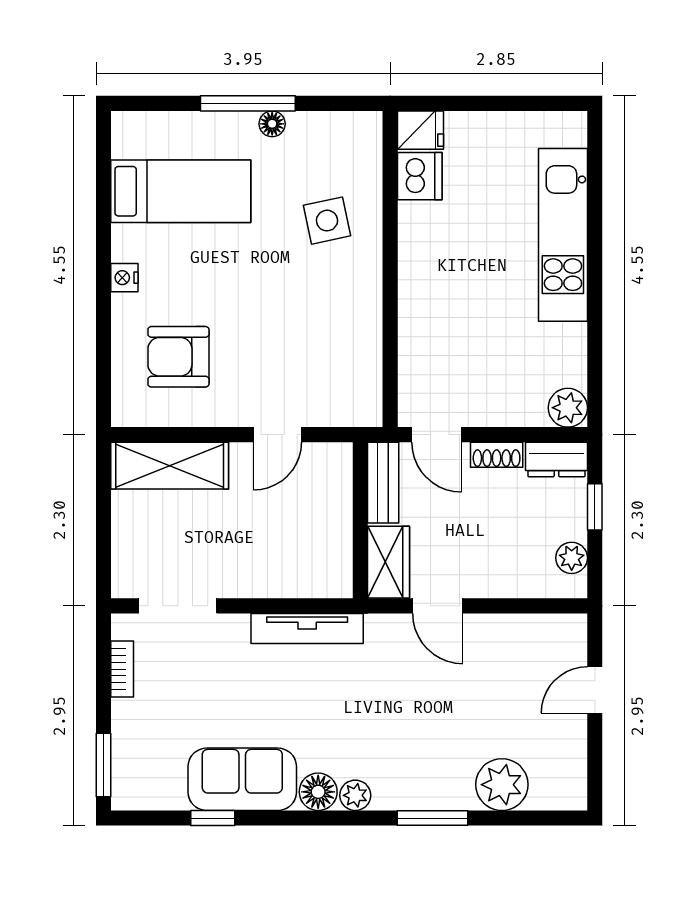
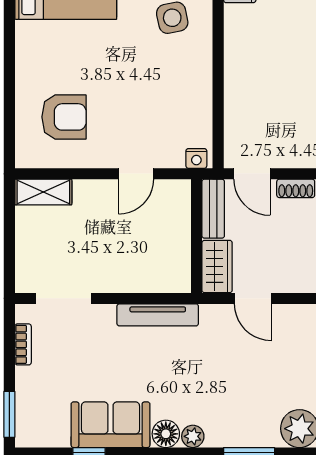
nightstand: (124, 278) -> (196, 158), moved, turned -90
armchair: (178, 357) -> (64, 117), turned 180
shelving: (170, 466) -> (43, 192), width x0.67, depth x0.75

